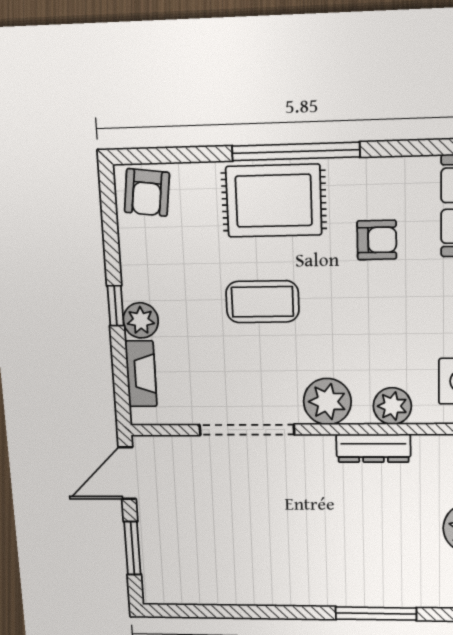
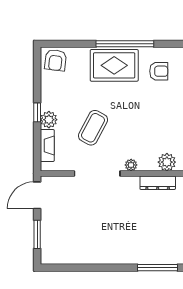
armchair: (377, 240) -> (159, 71), moved
coffee table: (262, 302) -> (93, 128), moved, turned -62
plant: (327, 402) -> (131, 165), width x0.53, depth x0.53

